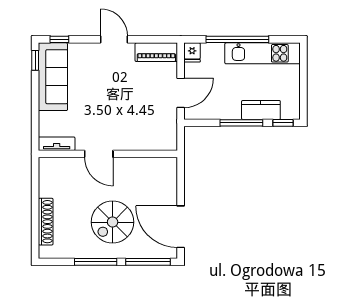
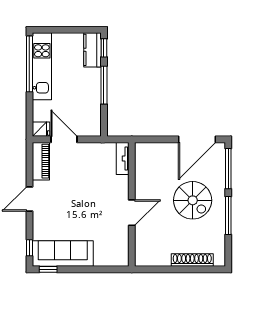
window: (237, 39) -> (29, 64), moved
door: (181, 93) -> (64, 139), moved
kitchen counter: (261, 110) -> (92, 50), moved
tv unit: (57, 144) -> (123, 159), moved

